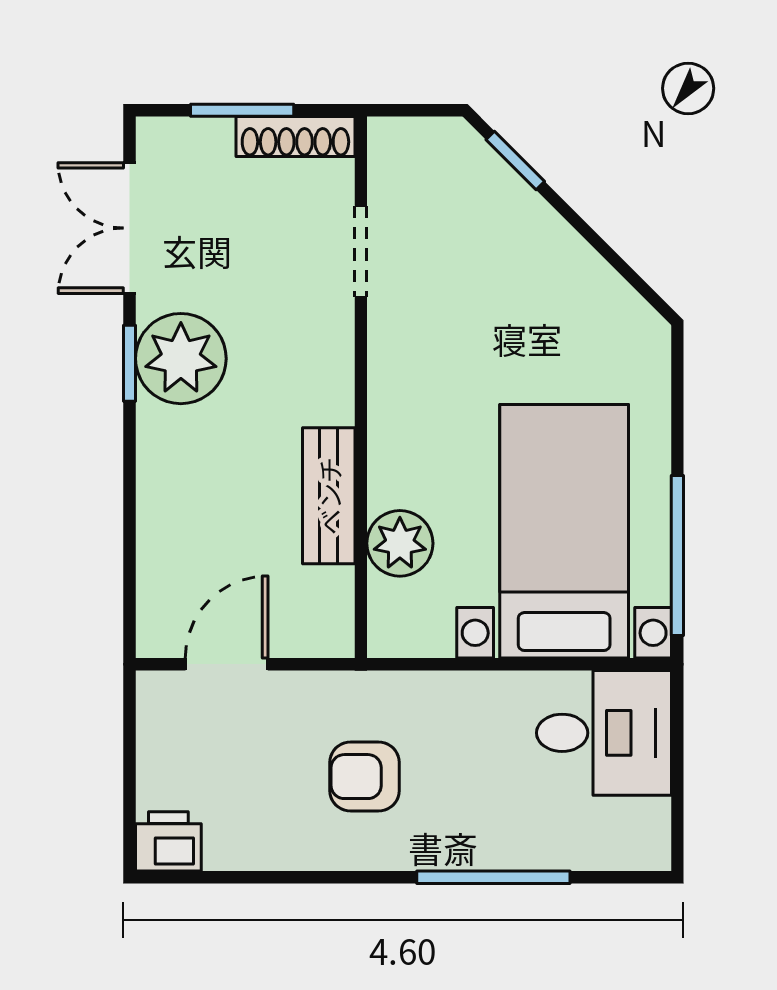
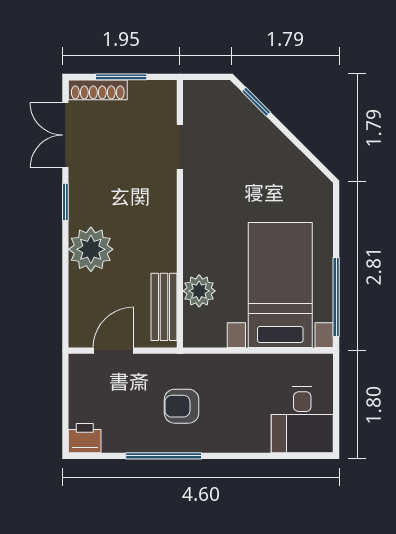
shoe rack: (295, 137) -> (98, 90), moved
plant: (181, 359) -> (91, 249), moved
bench: (329, 496) -> (164, 307), moved
desk: (604, 733) -> (302, 420), moved, turned 90
window: (493, 877) -> (164, 456), moved

